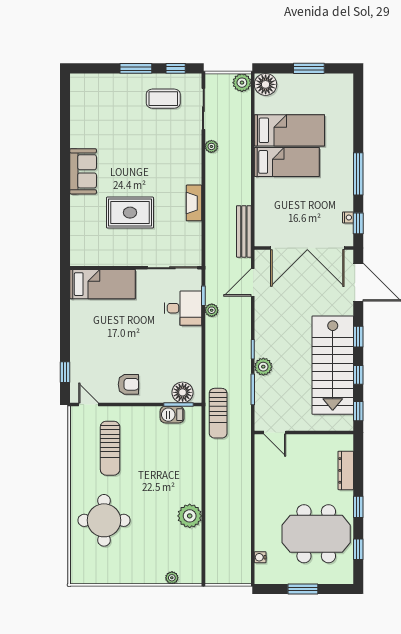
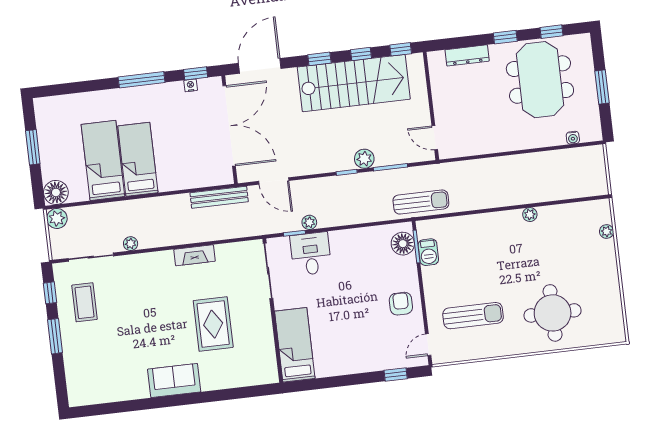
door: (275, 433) -> (435, 138), swing flipped
plant: (190, 516) -> (530, 215), width x0.53, depth x0.53

